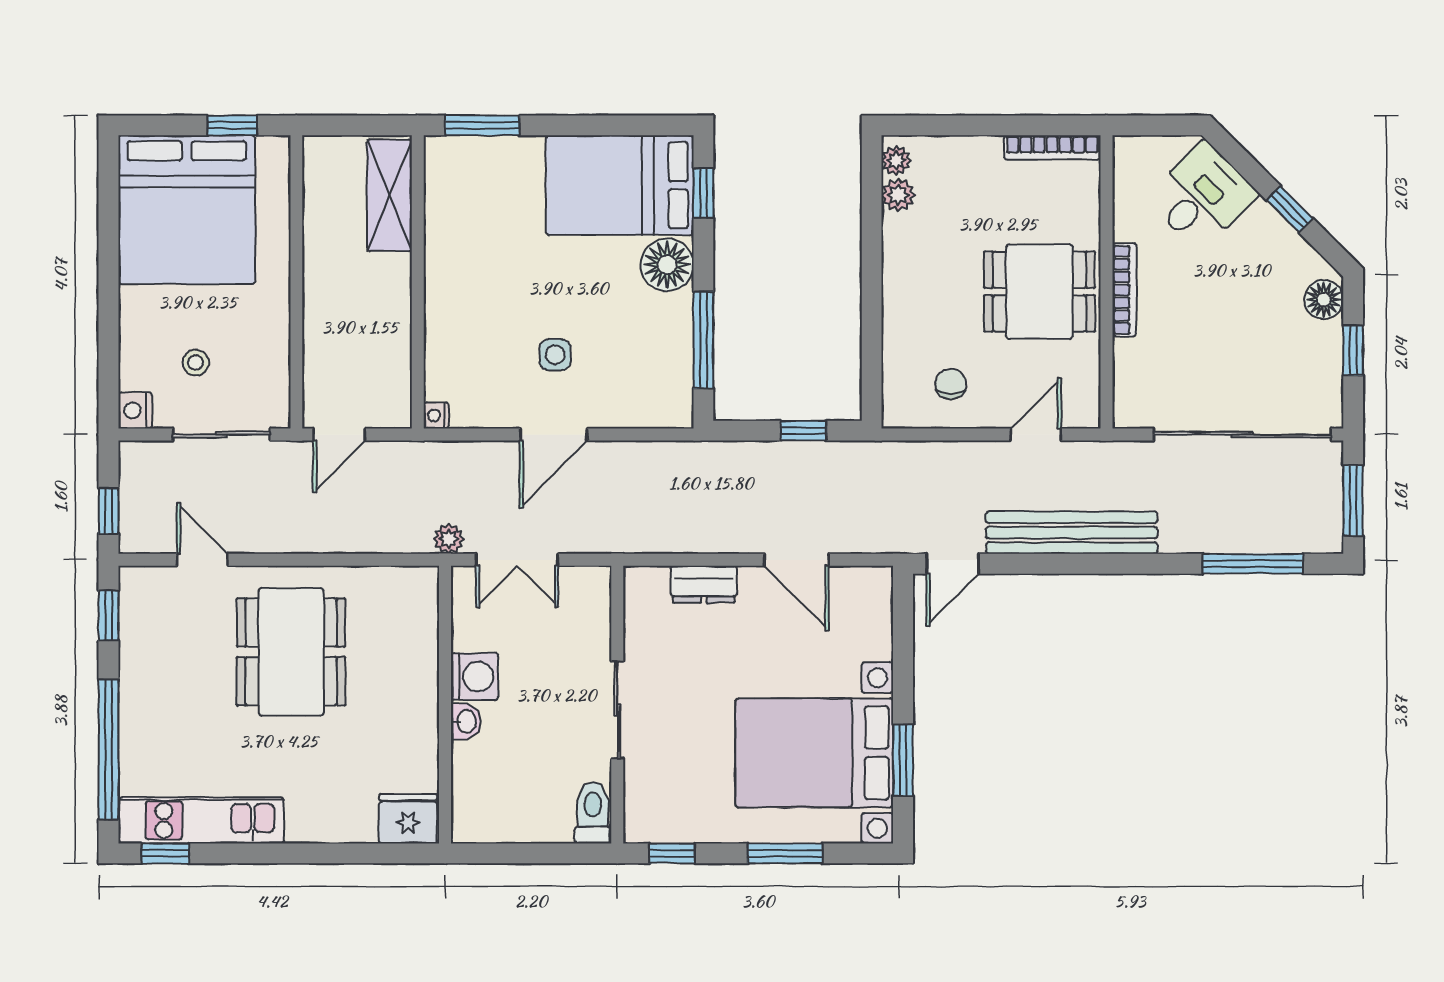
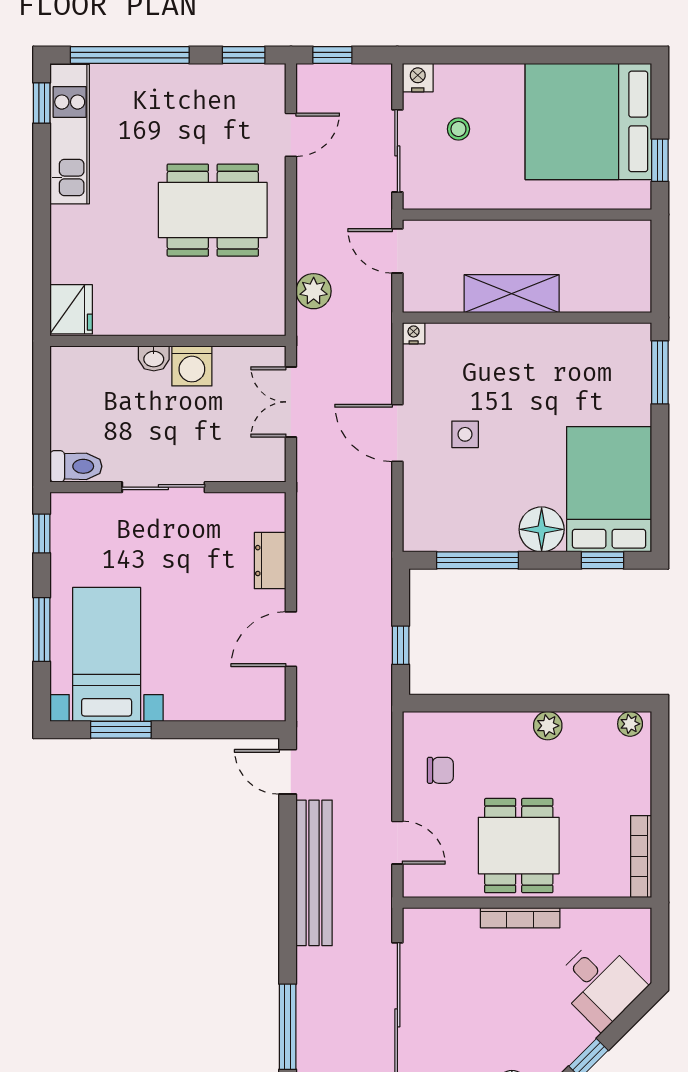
shelving: (389, 195) -> (512, 294), moved
plant: (898, 195) -> (548, 726), moved
plant: (449, 539) -> (314, 291), moved, width x1.38, depth x1.38
bed with nightstands: (814, 753) -> (107, 654), width x0.73

